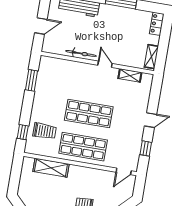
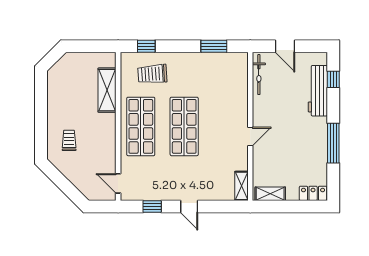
bicycle: (81, 53) -> (259, 75), moved
shelving: (130, 76) -> (241, 186), moved
trolley: (45, 131) -> (152, 74), turned 86

